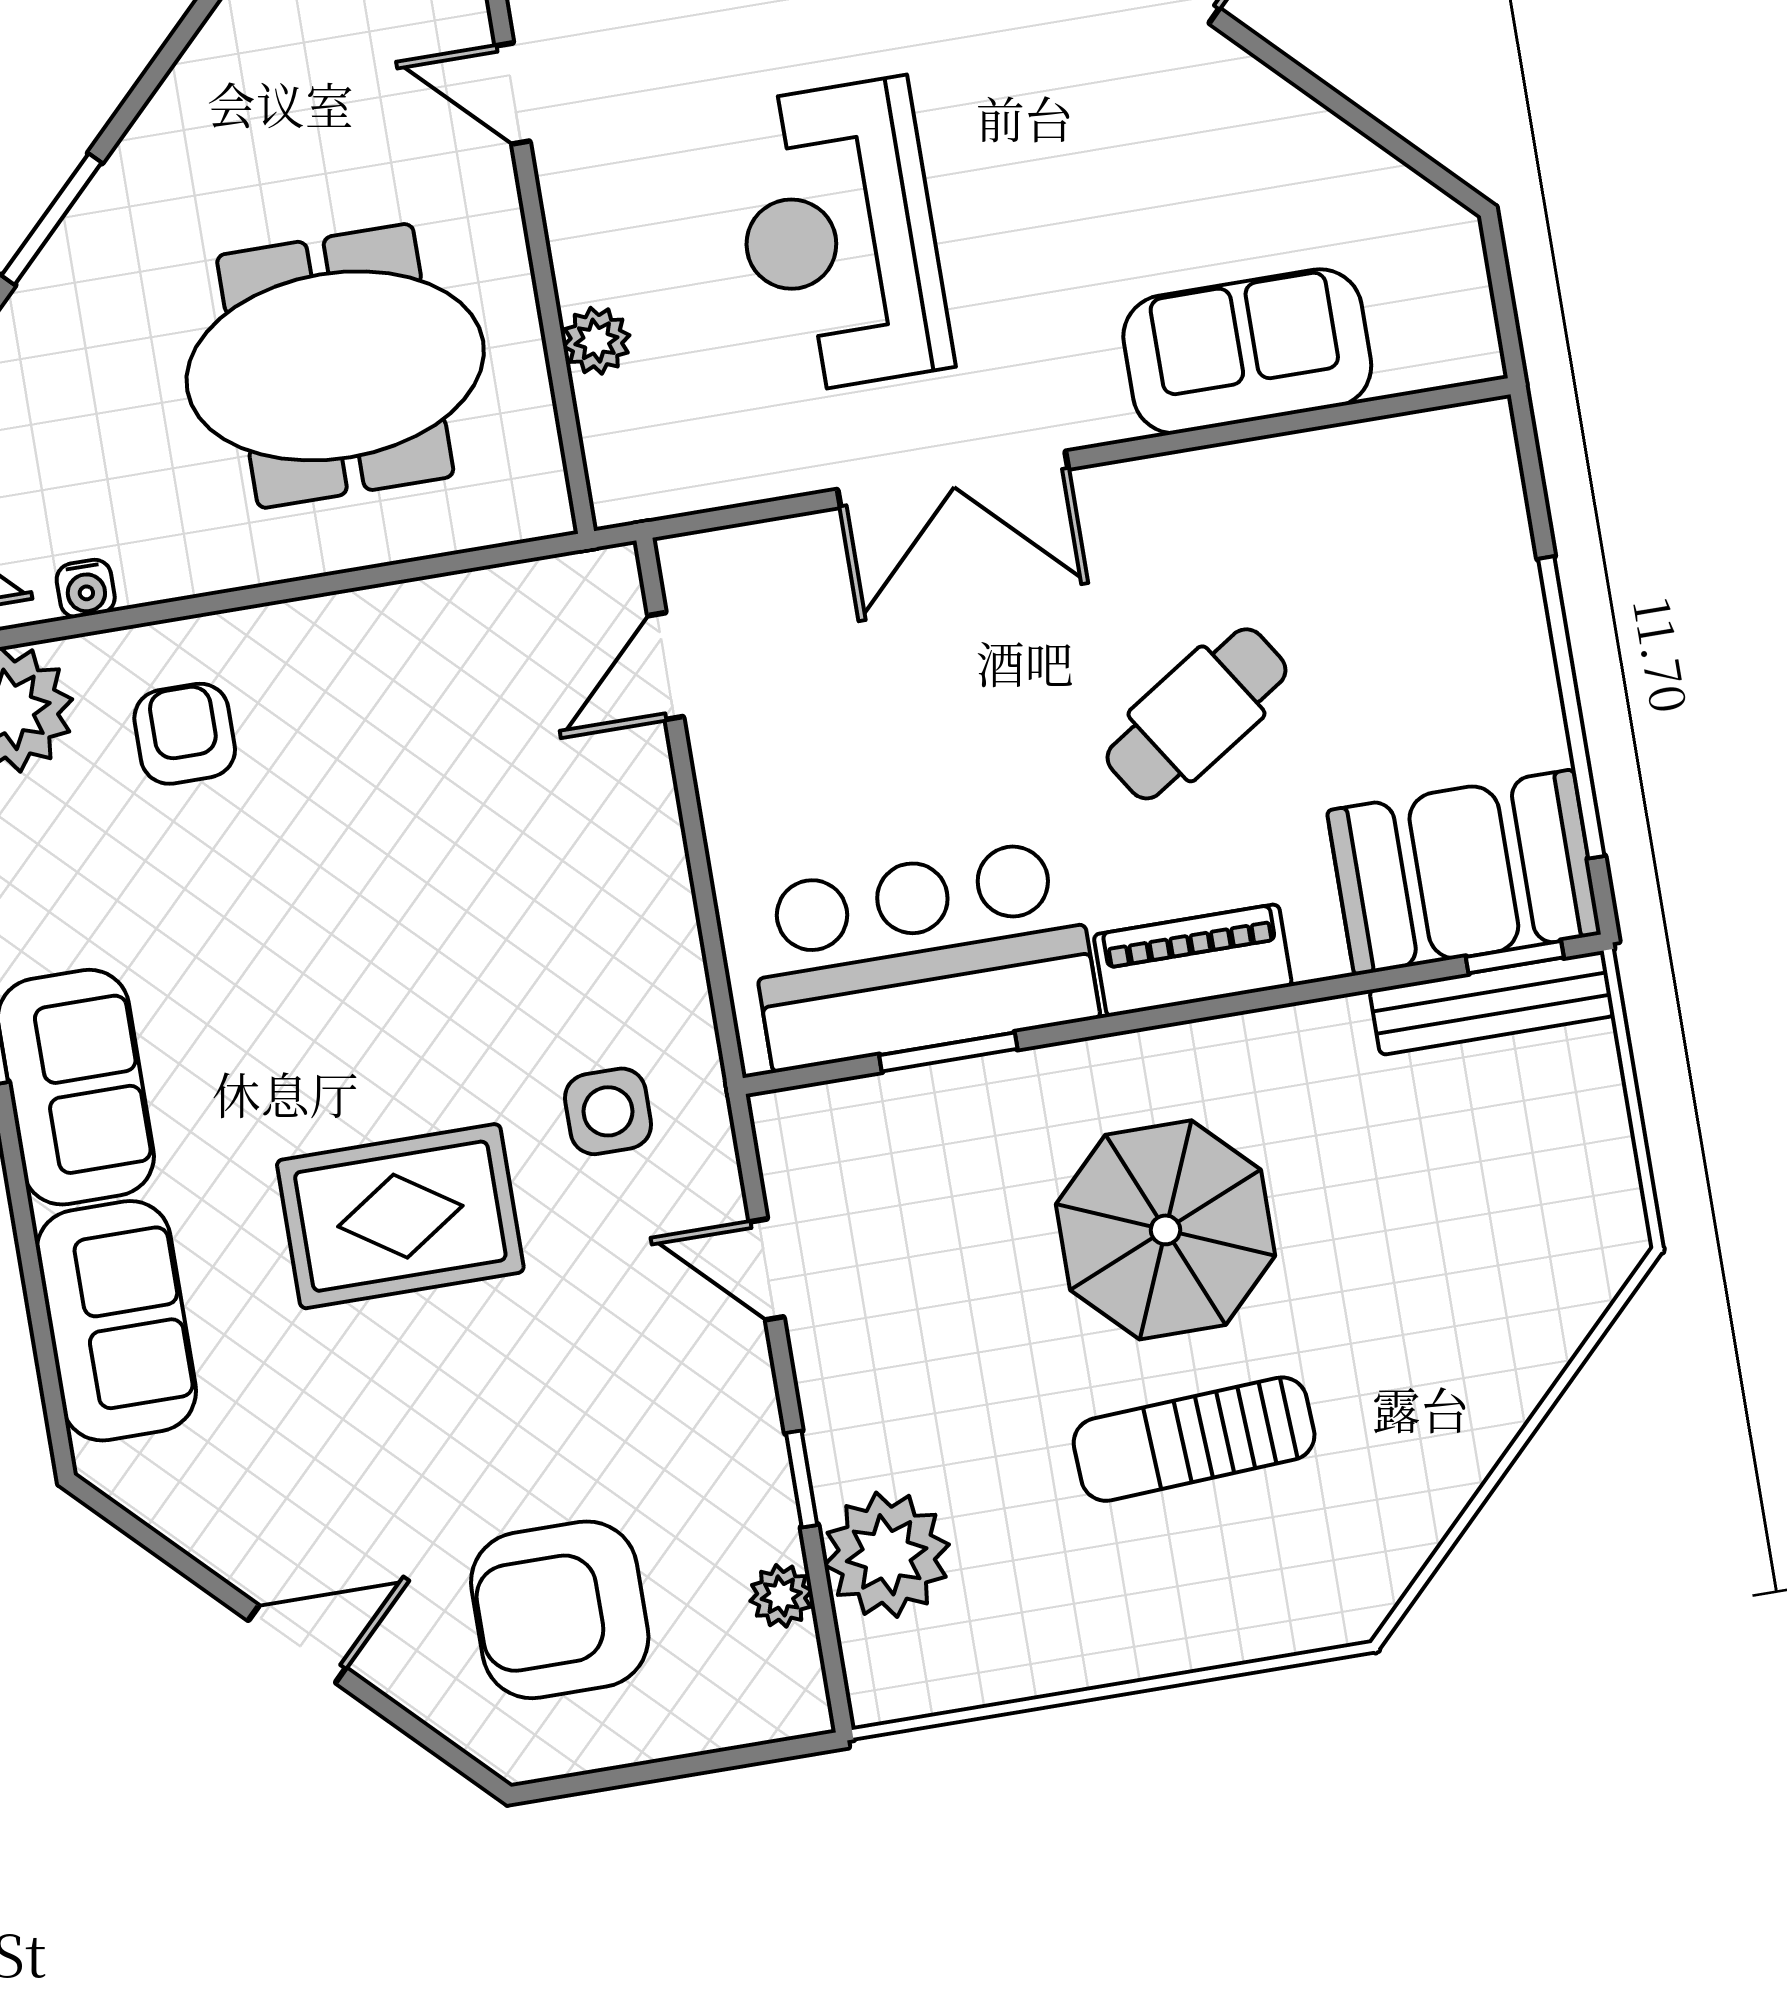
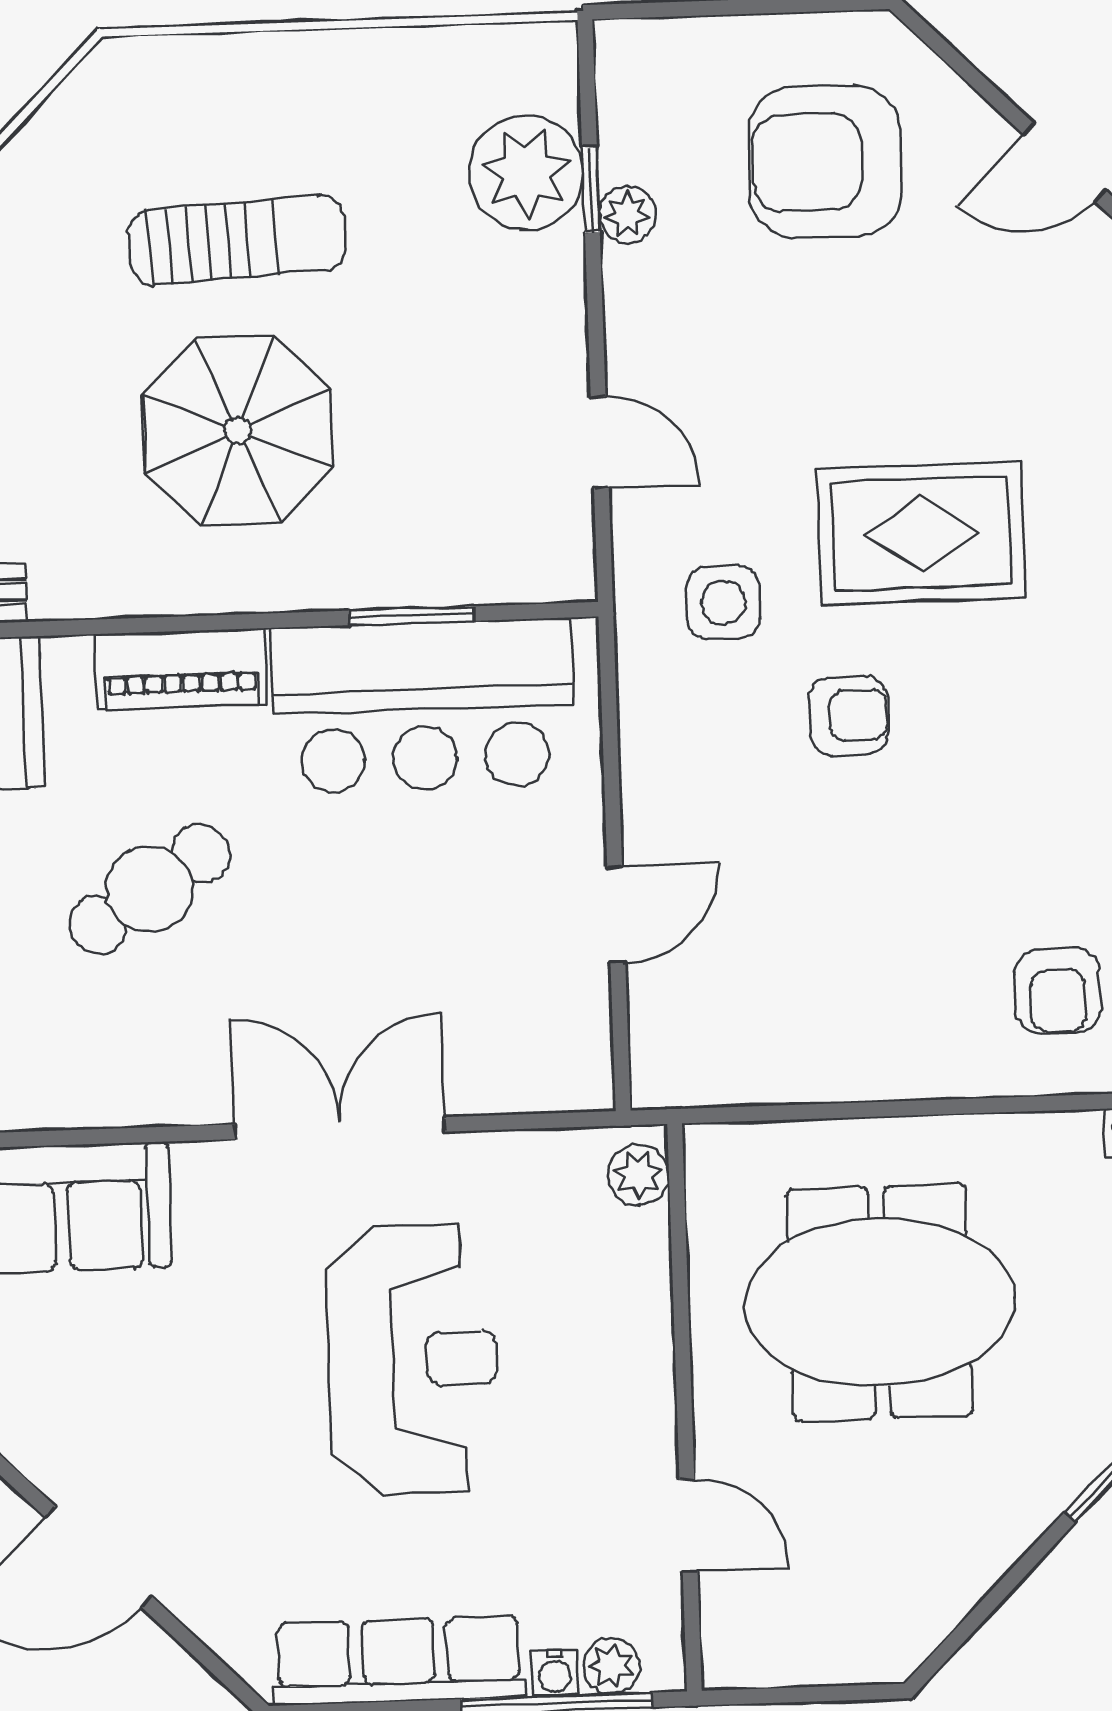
plant: (596, 341) -> (639, 1175), moved
door: (666, 666) -> (616, 915), moved
armchair: (454, 1006) -> (849, 715), added
window: (802, 1479) -> (591, 189), moved
plant: (781, 1596) -> (627, 215), moved
armchair: (560, 1610) -> (825, 162), turned 180

